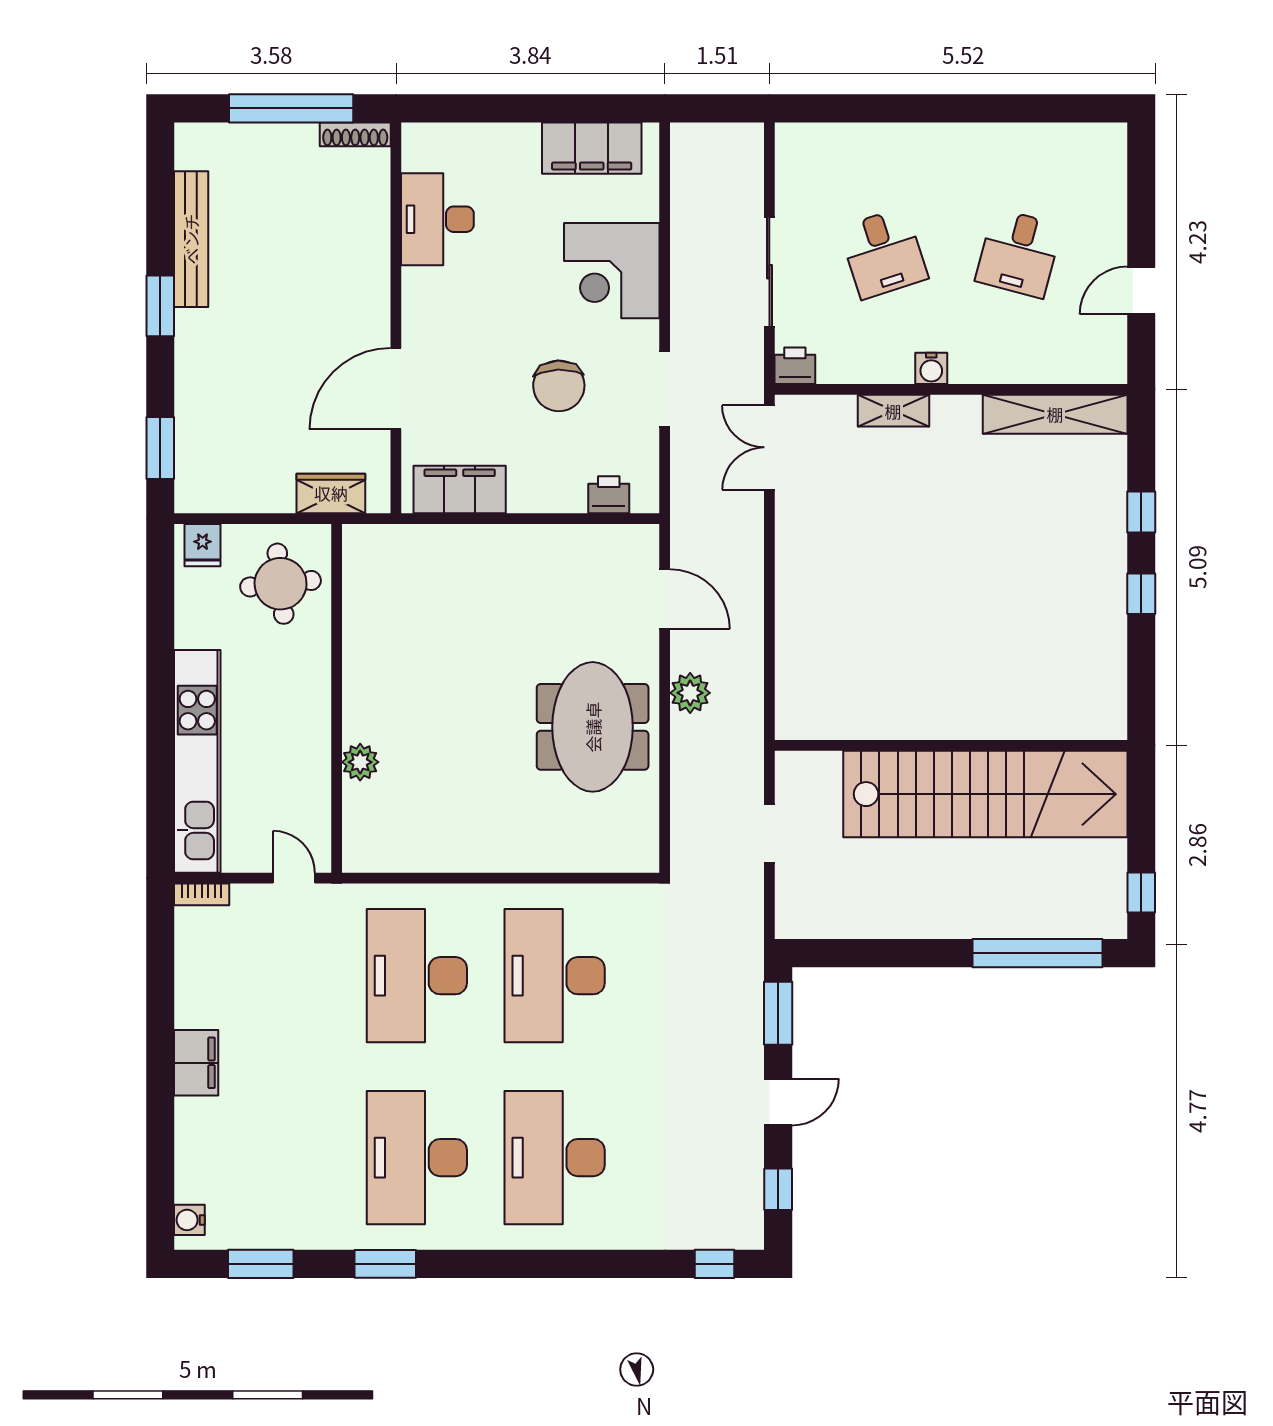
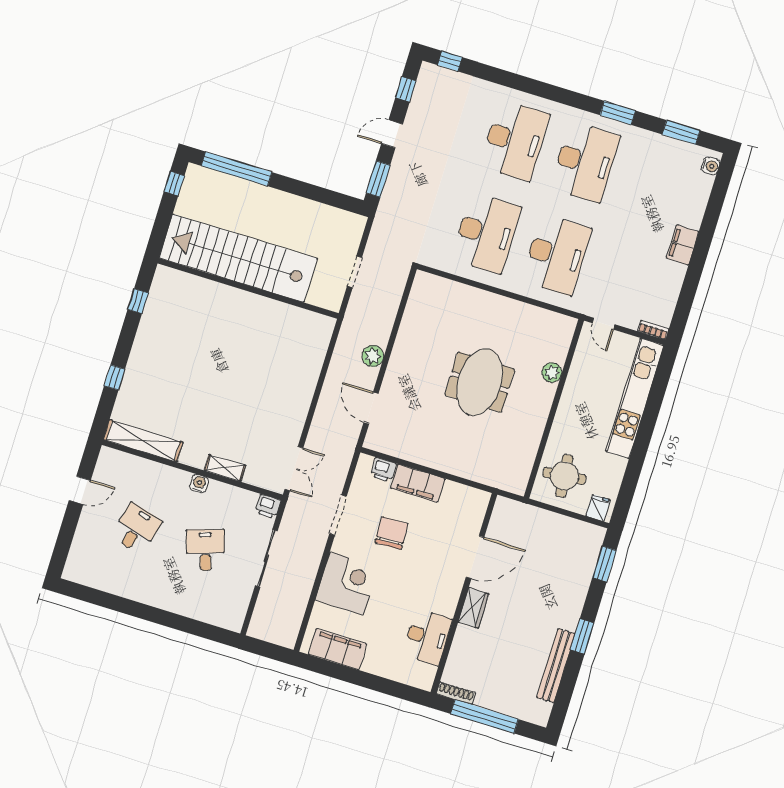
filing cabinet: (460, 489) -> (418, 483), moved
wardrobe: (331, 493) -> (473, 608), moved, turned -90
window: (1141, 594) -> (138, 301), moved
meeting table: (593, 727) -> (480, 382), moved

